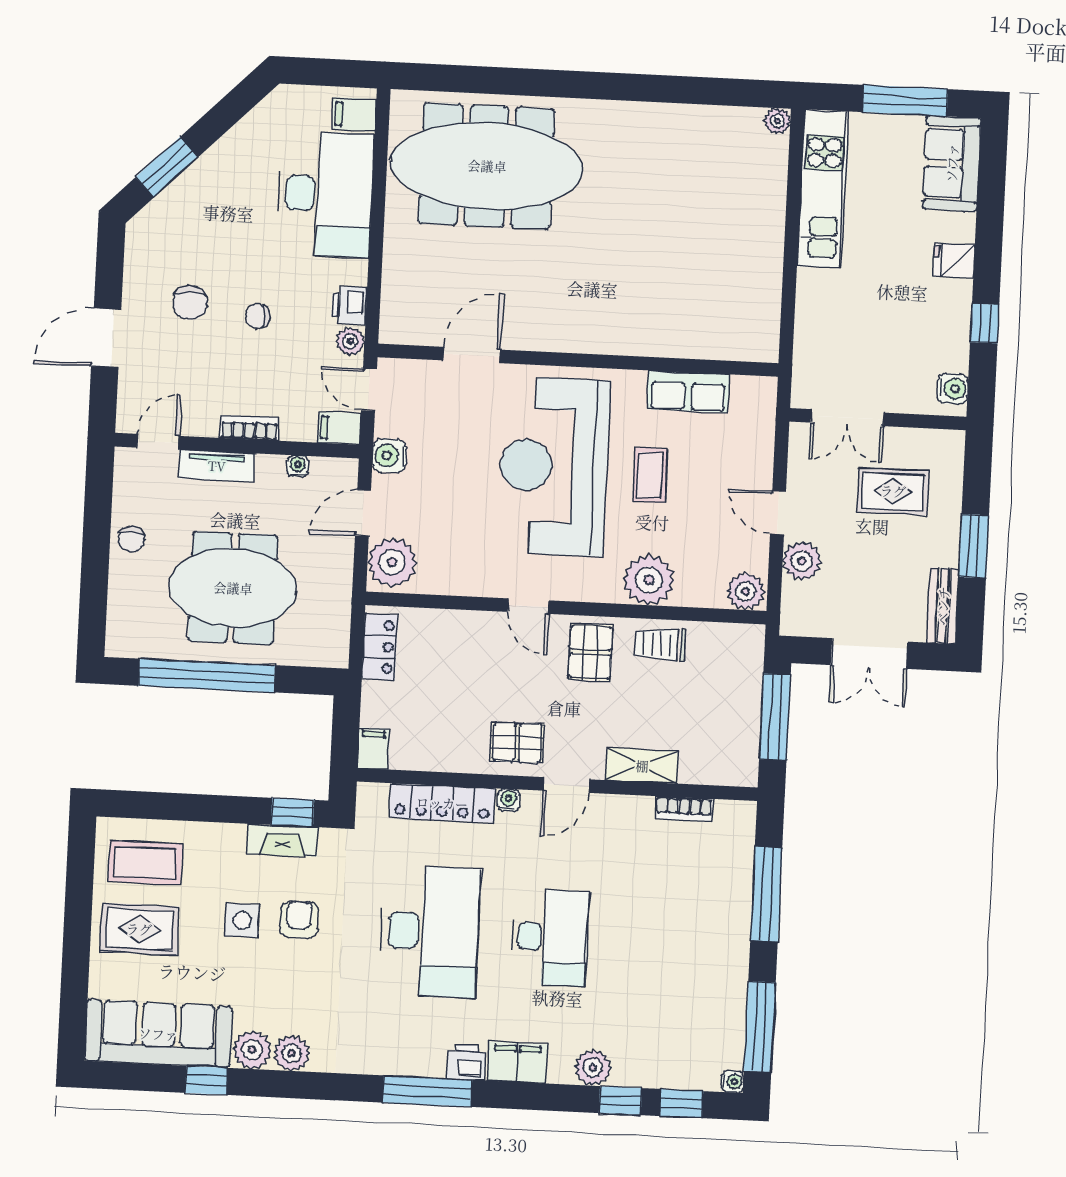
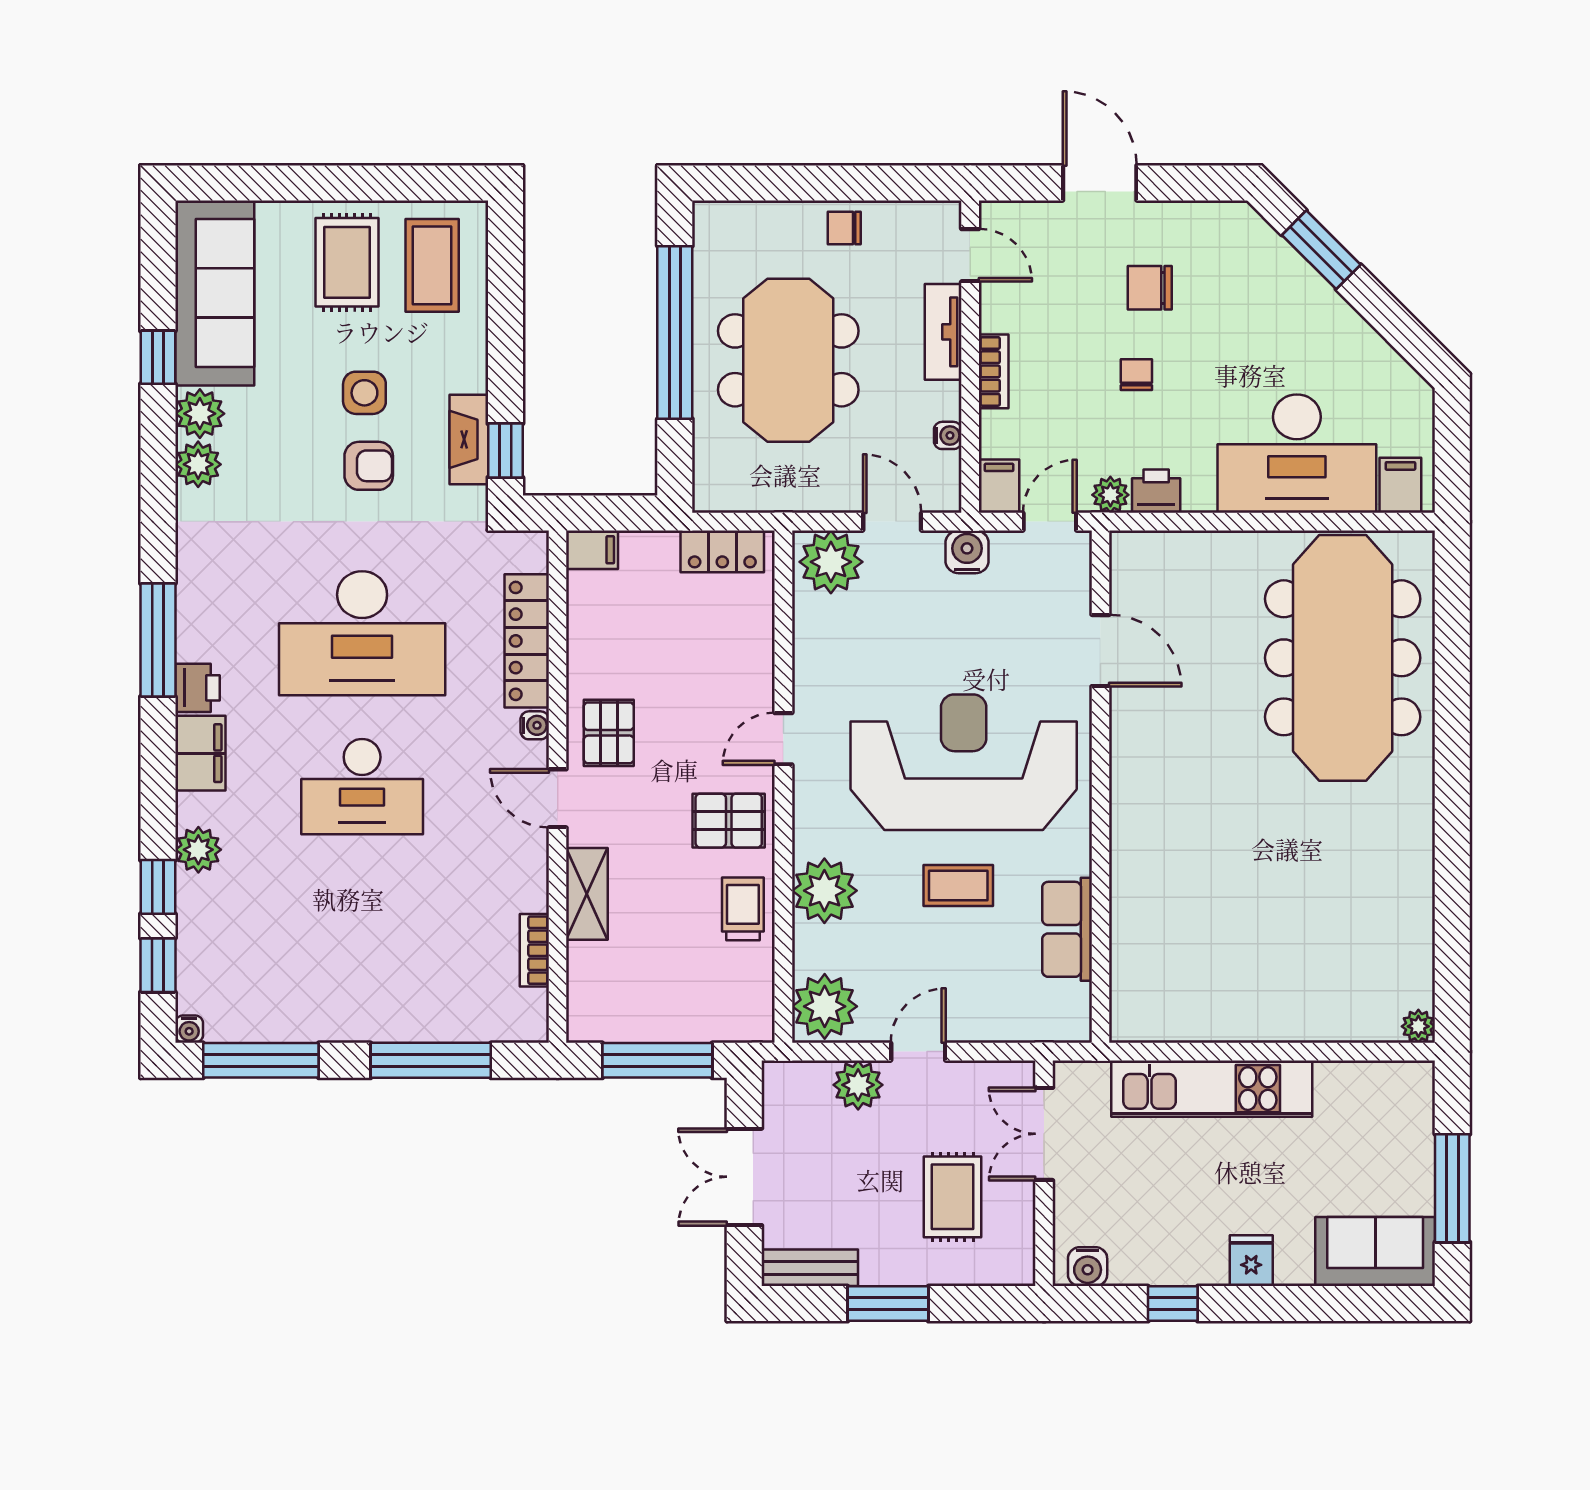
kitchen unit: (823, 189) -> (1212, 1089), moved
plant: (746, 591) -> (825, 1006), width x1.36, depth x1.36

